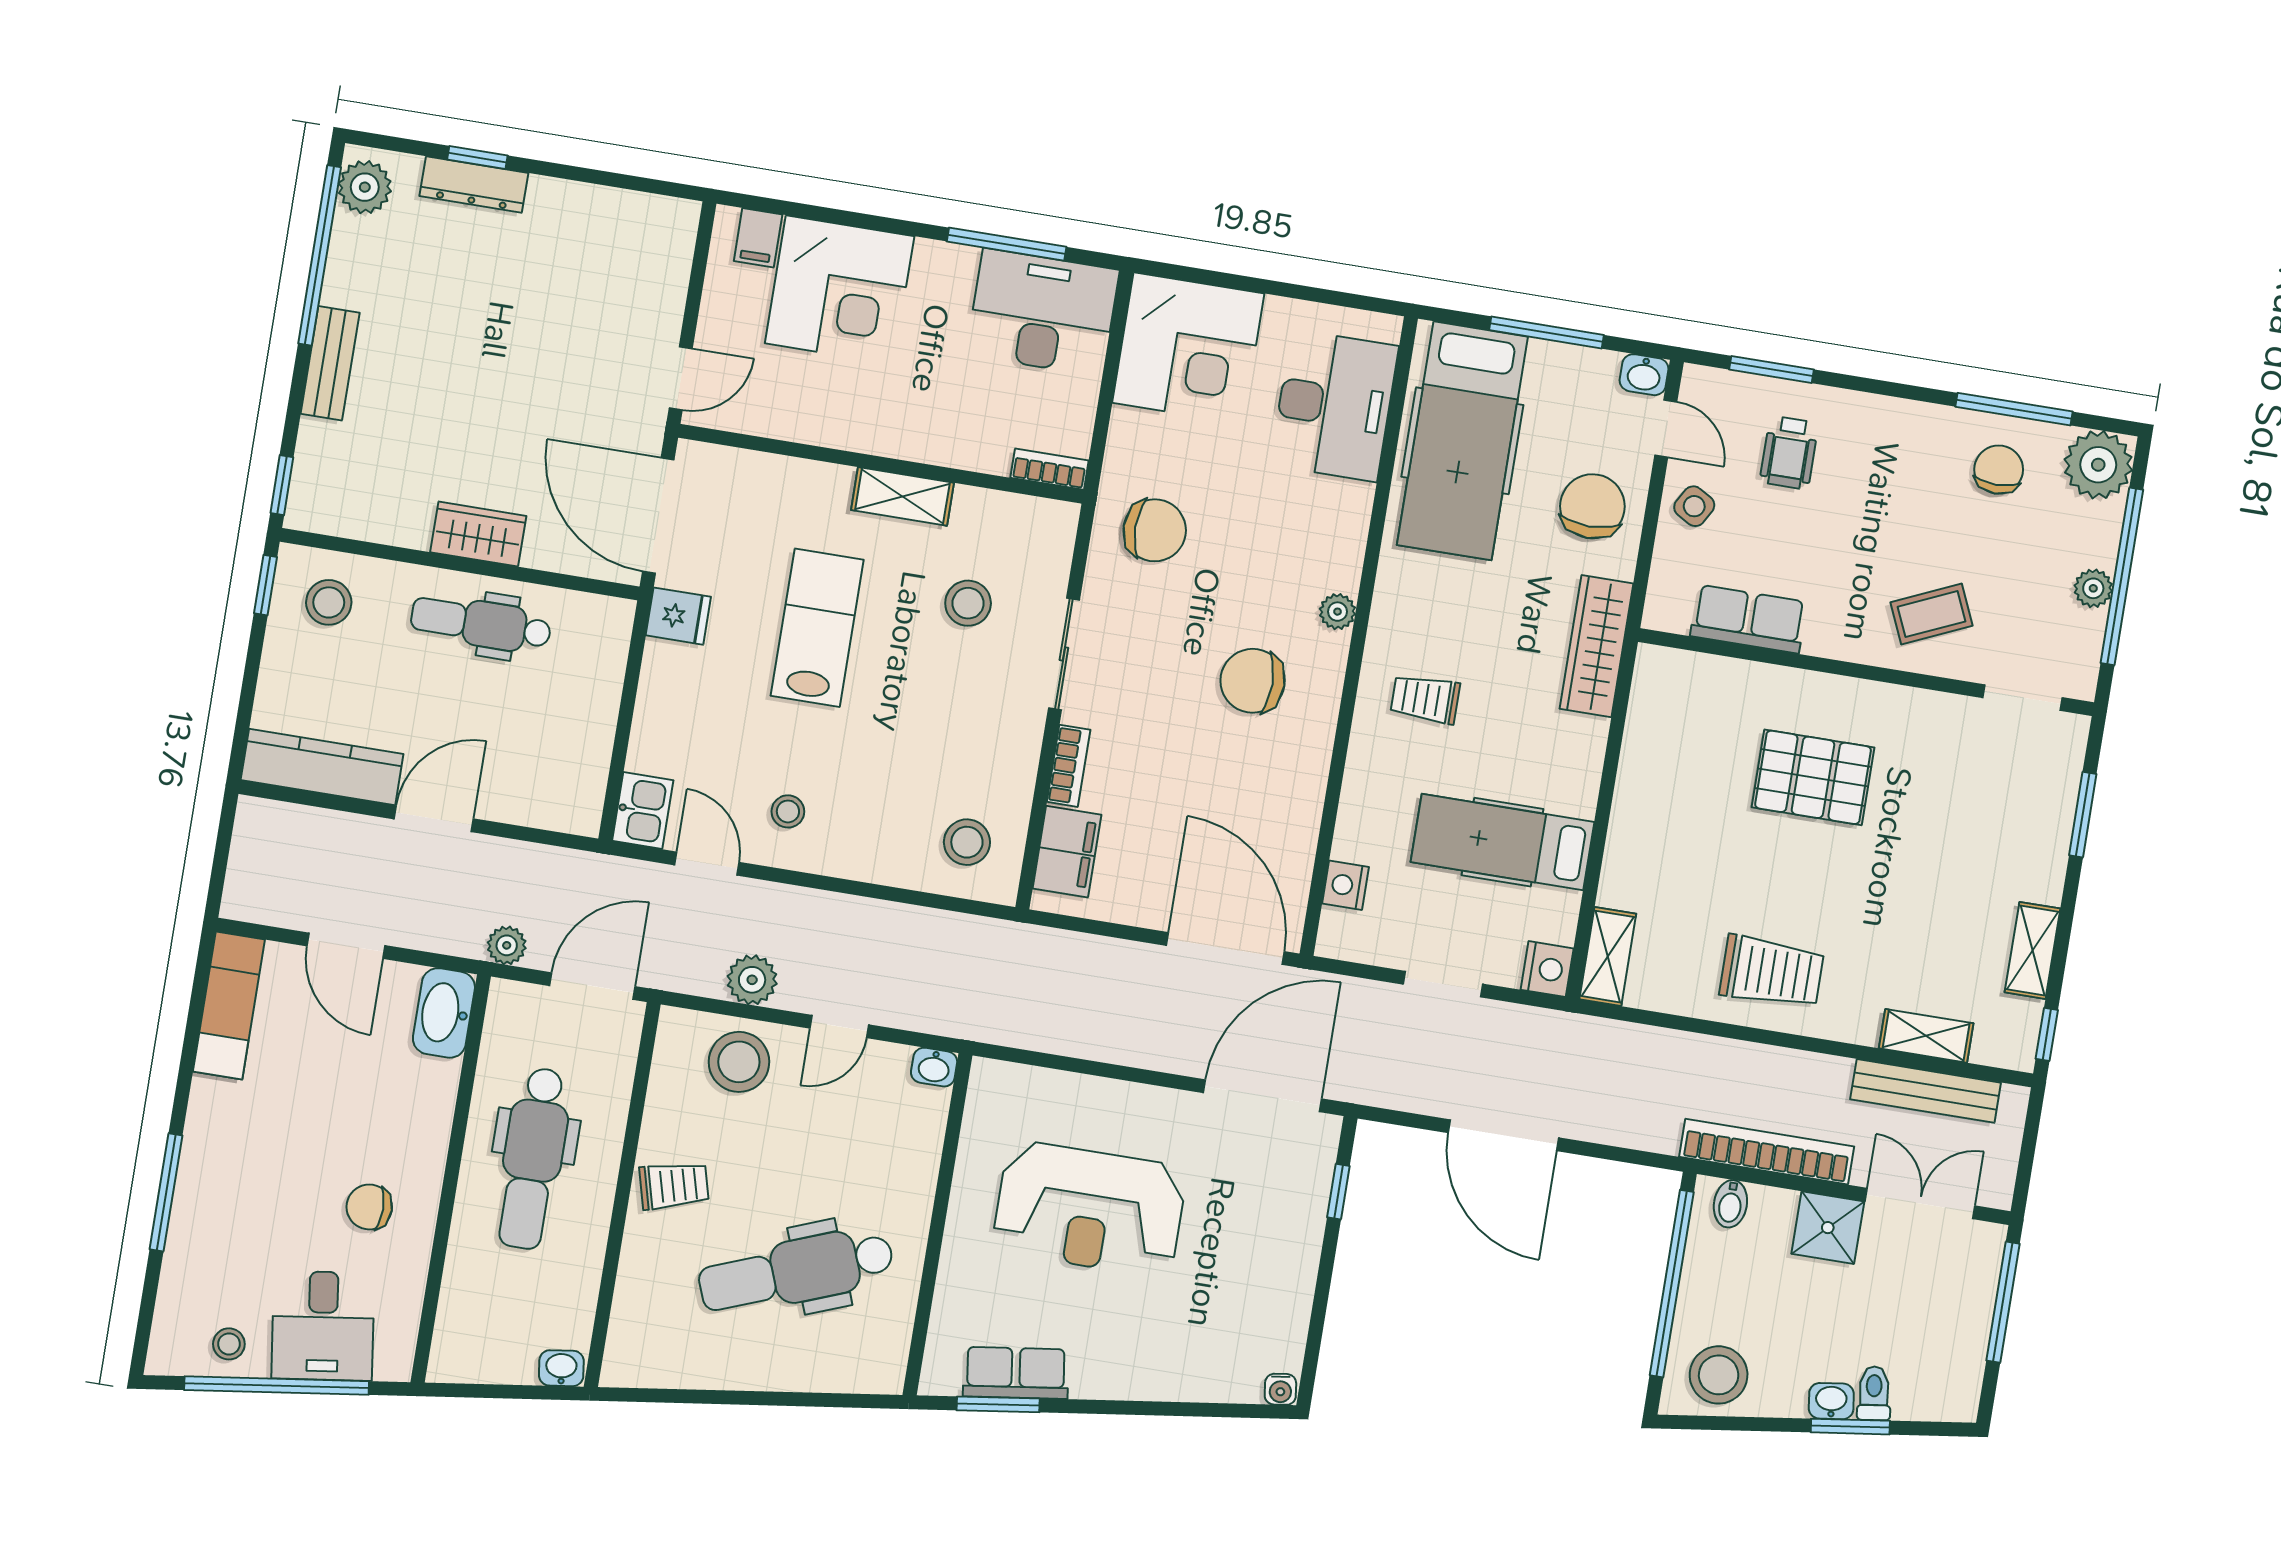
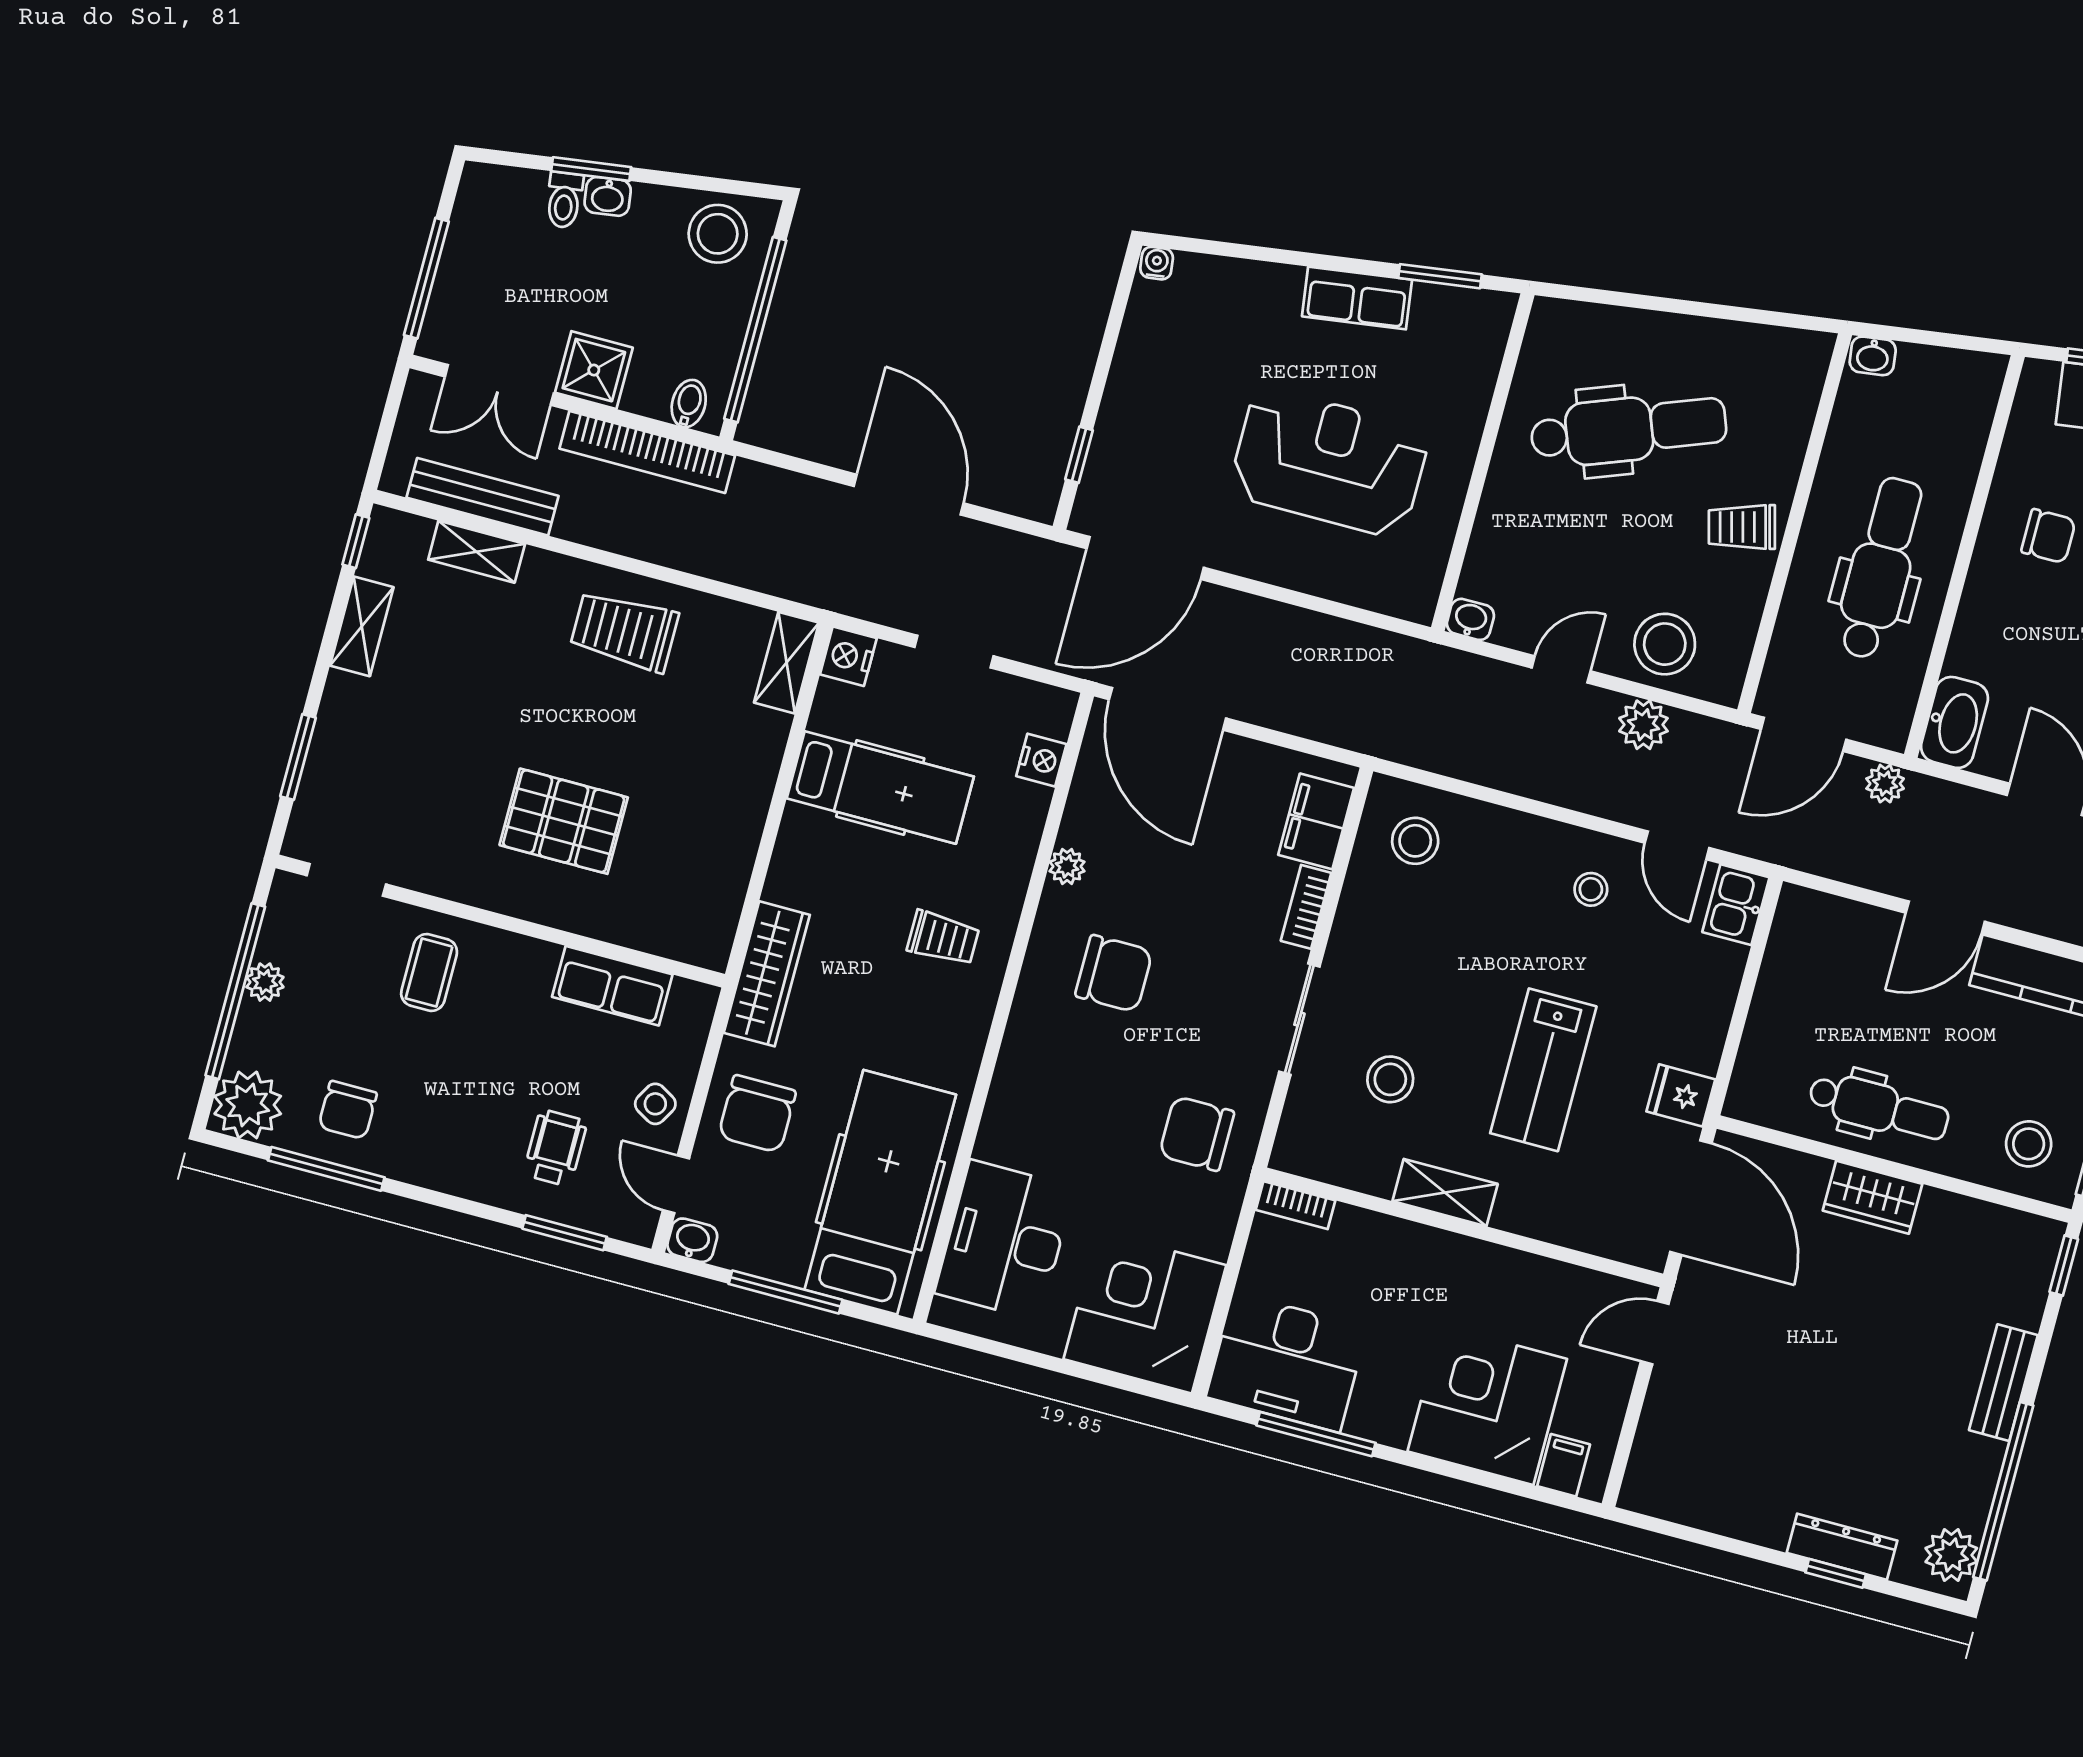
plant: (1337, 612) -> (1067, 866), moved
coffee table: (1931, 614) -> (429, 972), turned -66
row of seats: (1016, 1373) -> (1357, 298), moved

